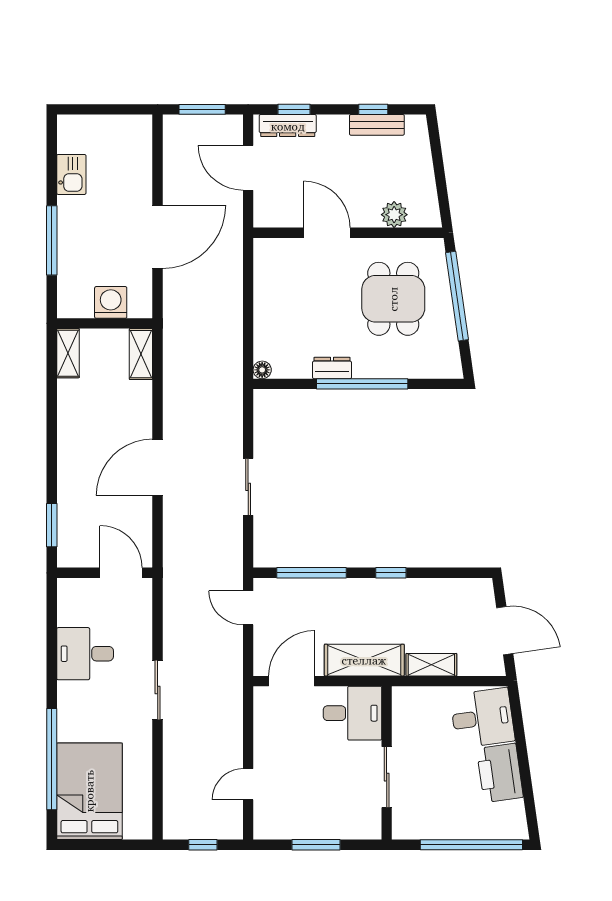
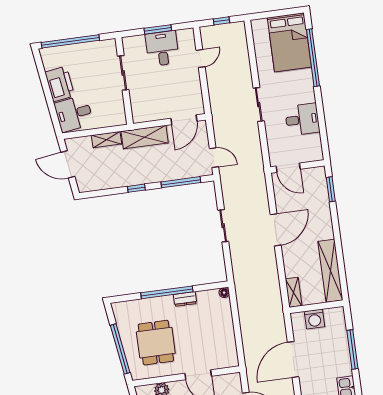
shelving: (68, 353) -> (330, 271), width x2.20, depth x1.33
desk: (352, 713) -> (162, 48), moved, turned 90

